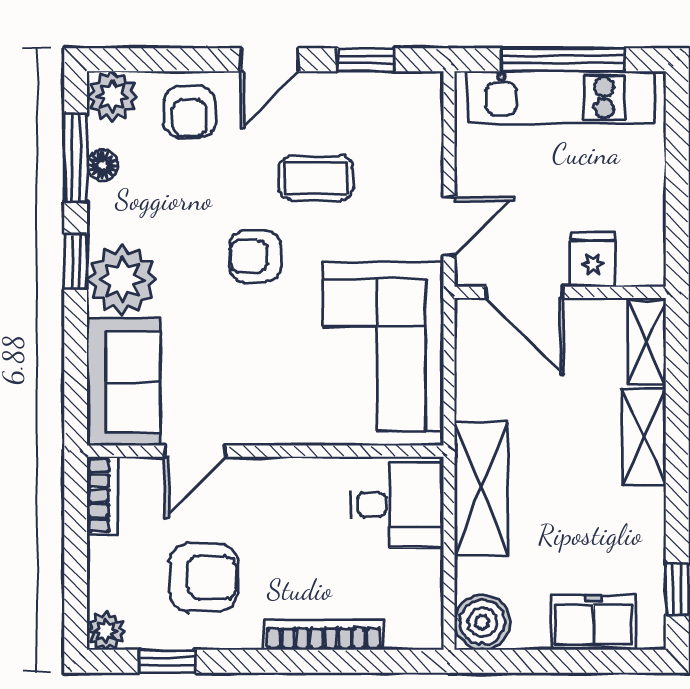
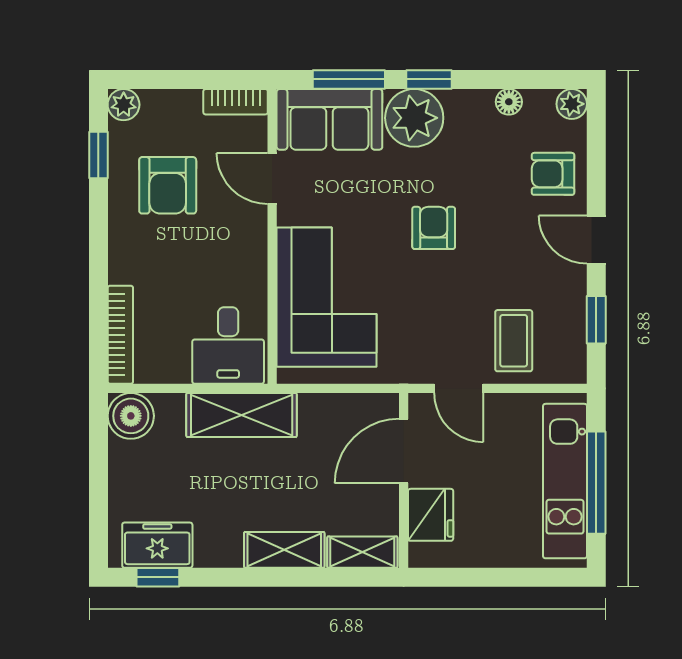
plant: (112, 96) -> (572, 104), width x0.73, depth x0.73
window: (76, 158) -> (349, 79), moved
coffee table: (316, 178) -> (514, 341), moved
fridge: (593, 260) -> (431, 515), width x1.38
corner sofa: (383, 347) -> (327, 297), moved, turned 90
freezer: (594, 622) -> (157, 545), moved, turned -90
bookcase: (324, 635) -> (120, 335), moved

